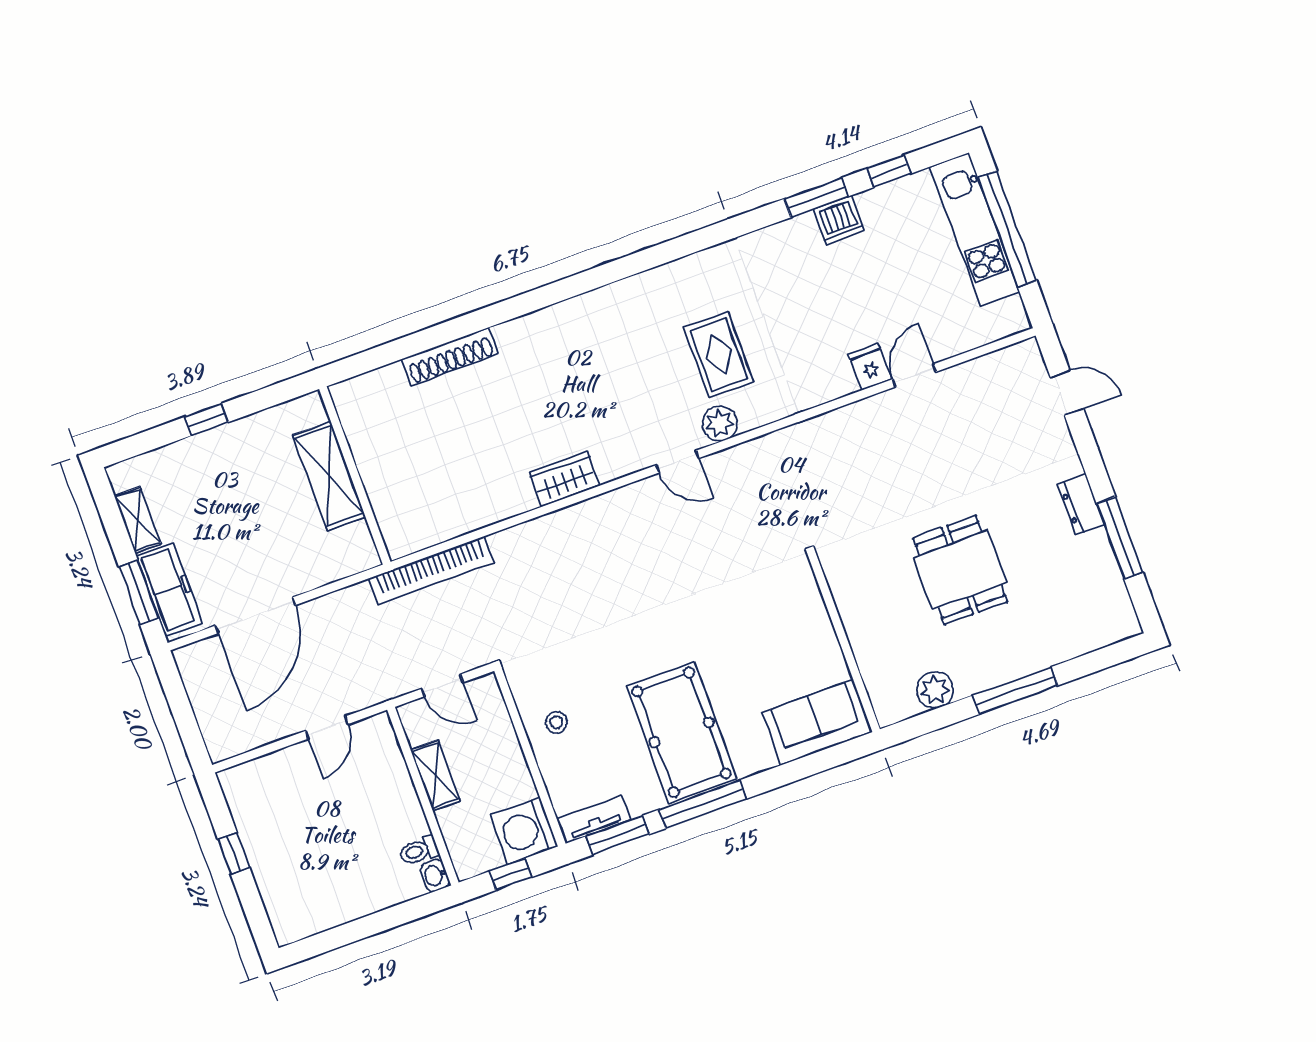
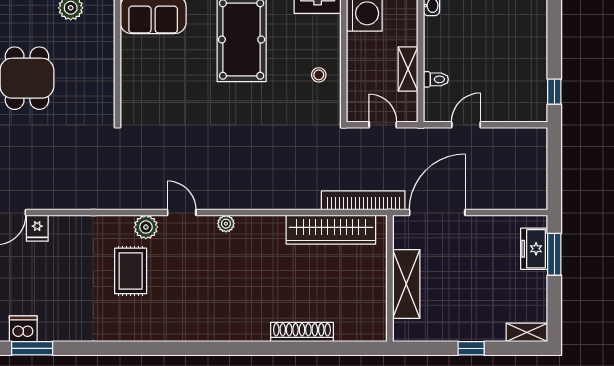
plant: (610, 469) -> (226, 224), added
wardrobe: (564, 479) -> (331, 230), moved, width x2.10, depth x1.17
shelving: (138, 520) -> (527, 332), moved, turned 90
freezer: (169, 590) -> (534, 249), width x0.71
door: (255, 615) -> (437, 213), moved
toilet: (419, 851) -> (436, 79), moved
window: (234, 853) -> (554, 92), moved

